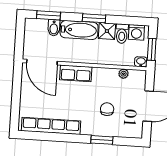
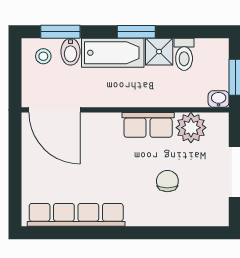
stool: (37, 29) -> (43, 56), added
washing machine: (136, 32) -> (208, 51), removed
row of seats: (76, 73) -> (148, 125), moved
plant: (123, 74) -> (191, 128), width x1.88, depth x1.88
window: (102, 140) -> (162, 233), removed

